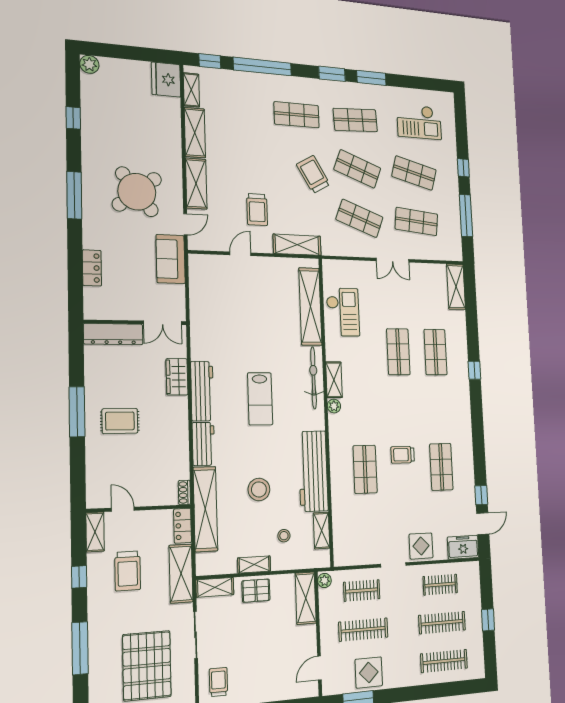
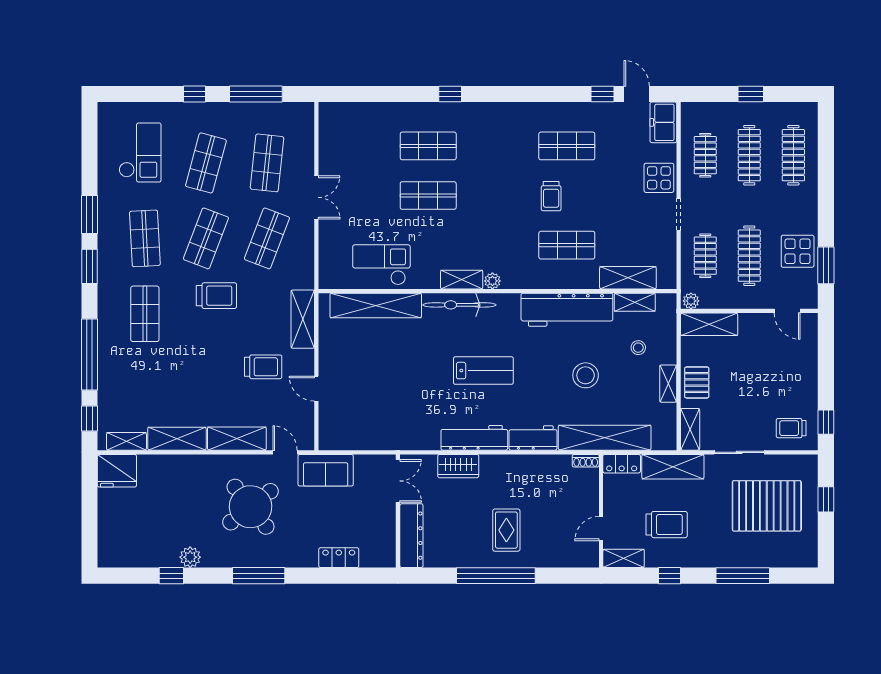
plant: (89, 64) -> (190, 557), moved
trolley: (313, 174) -> (216, 296), turned -150
shelving: (456, 287) -> (628, 278), moved
window: (77, 412) -> (496, 576), width x1.46

